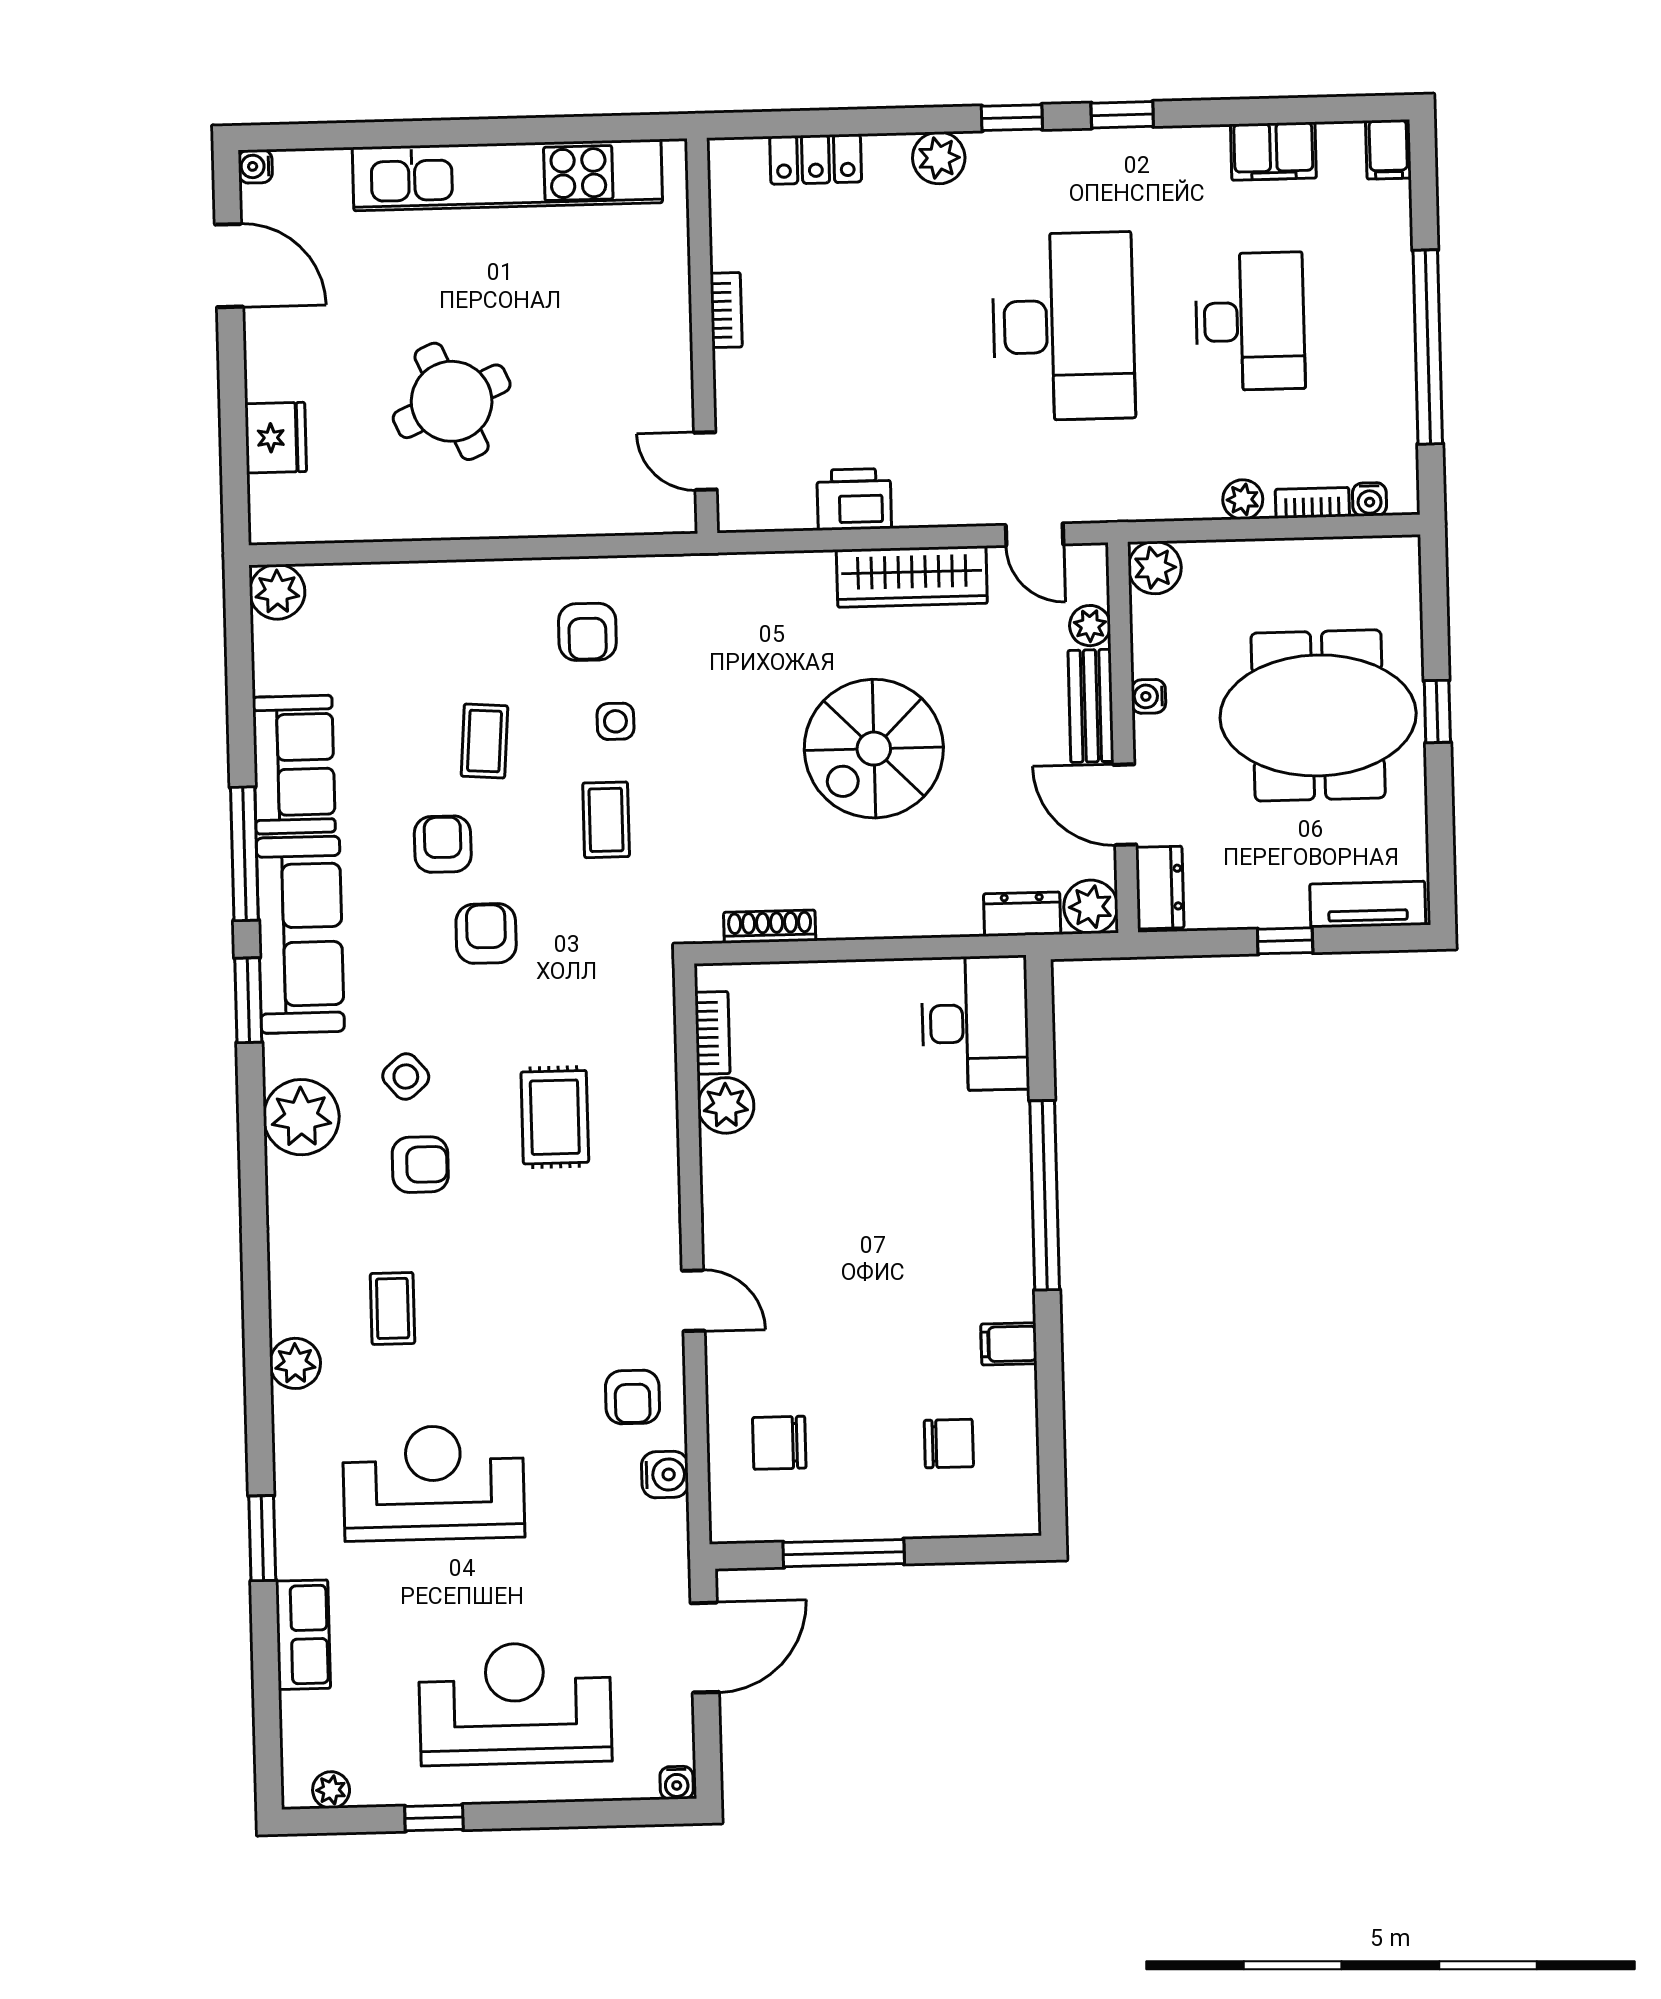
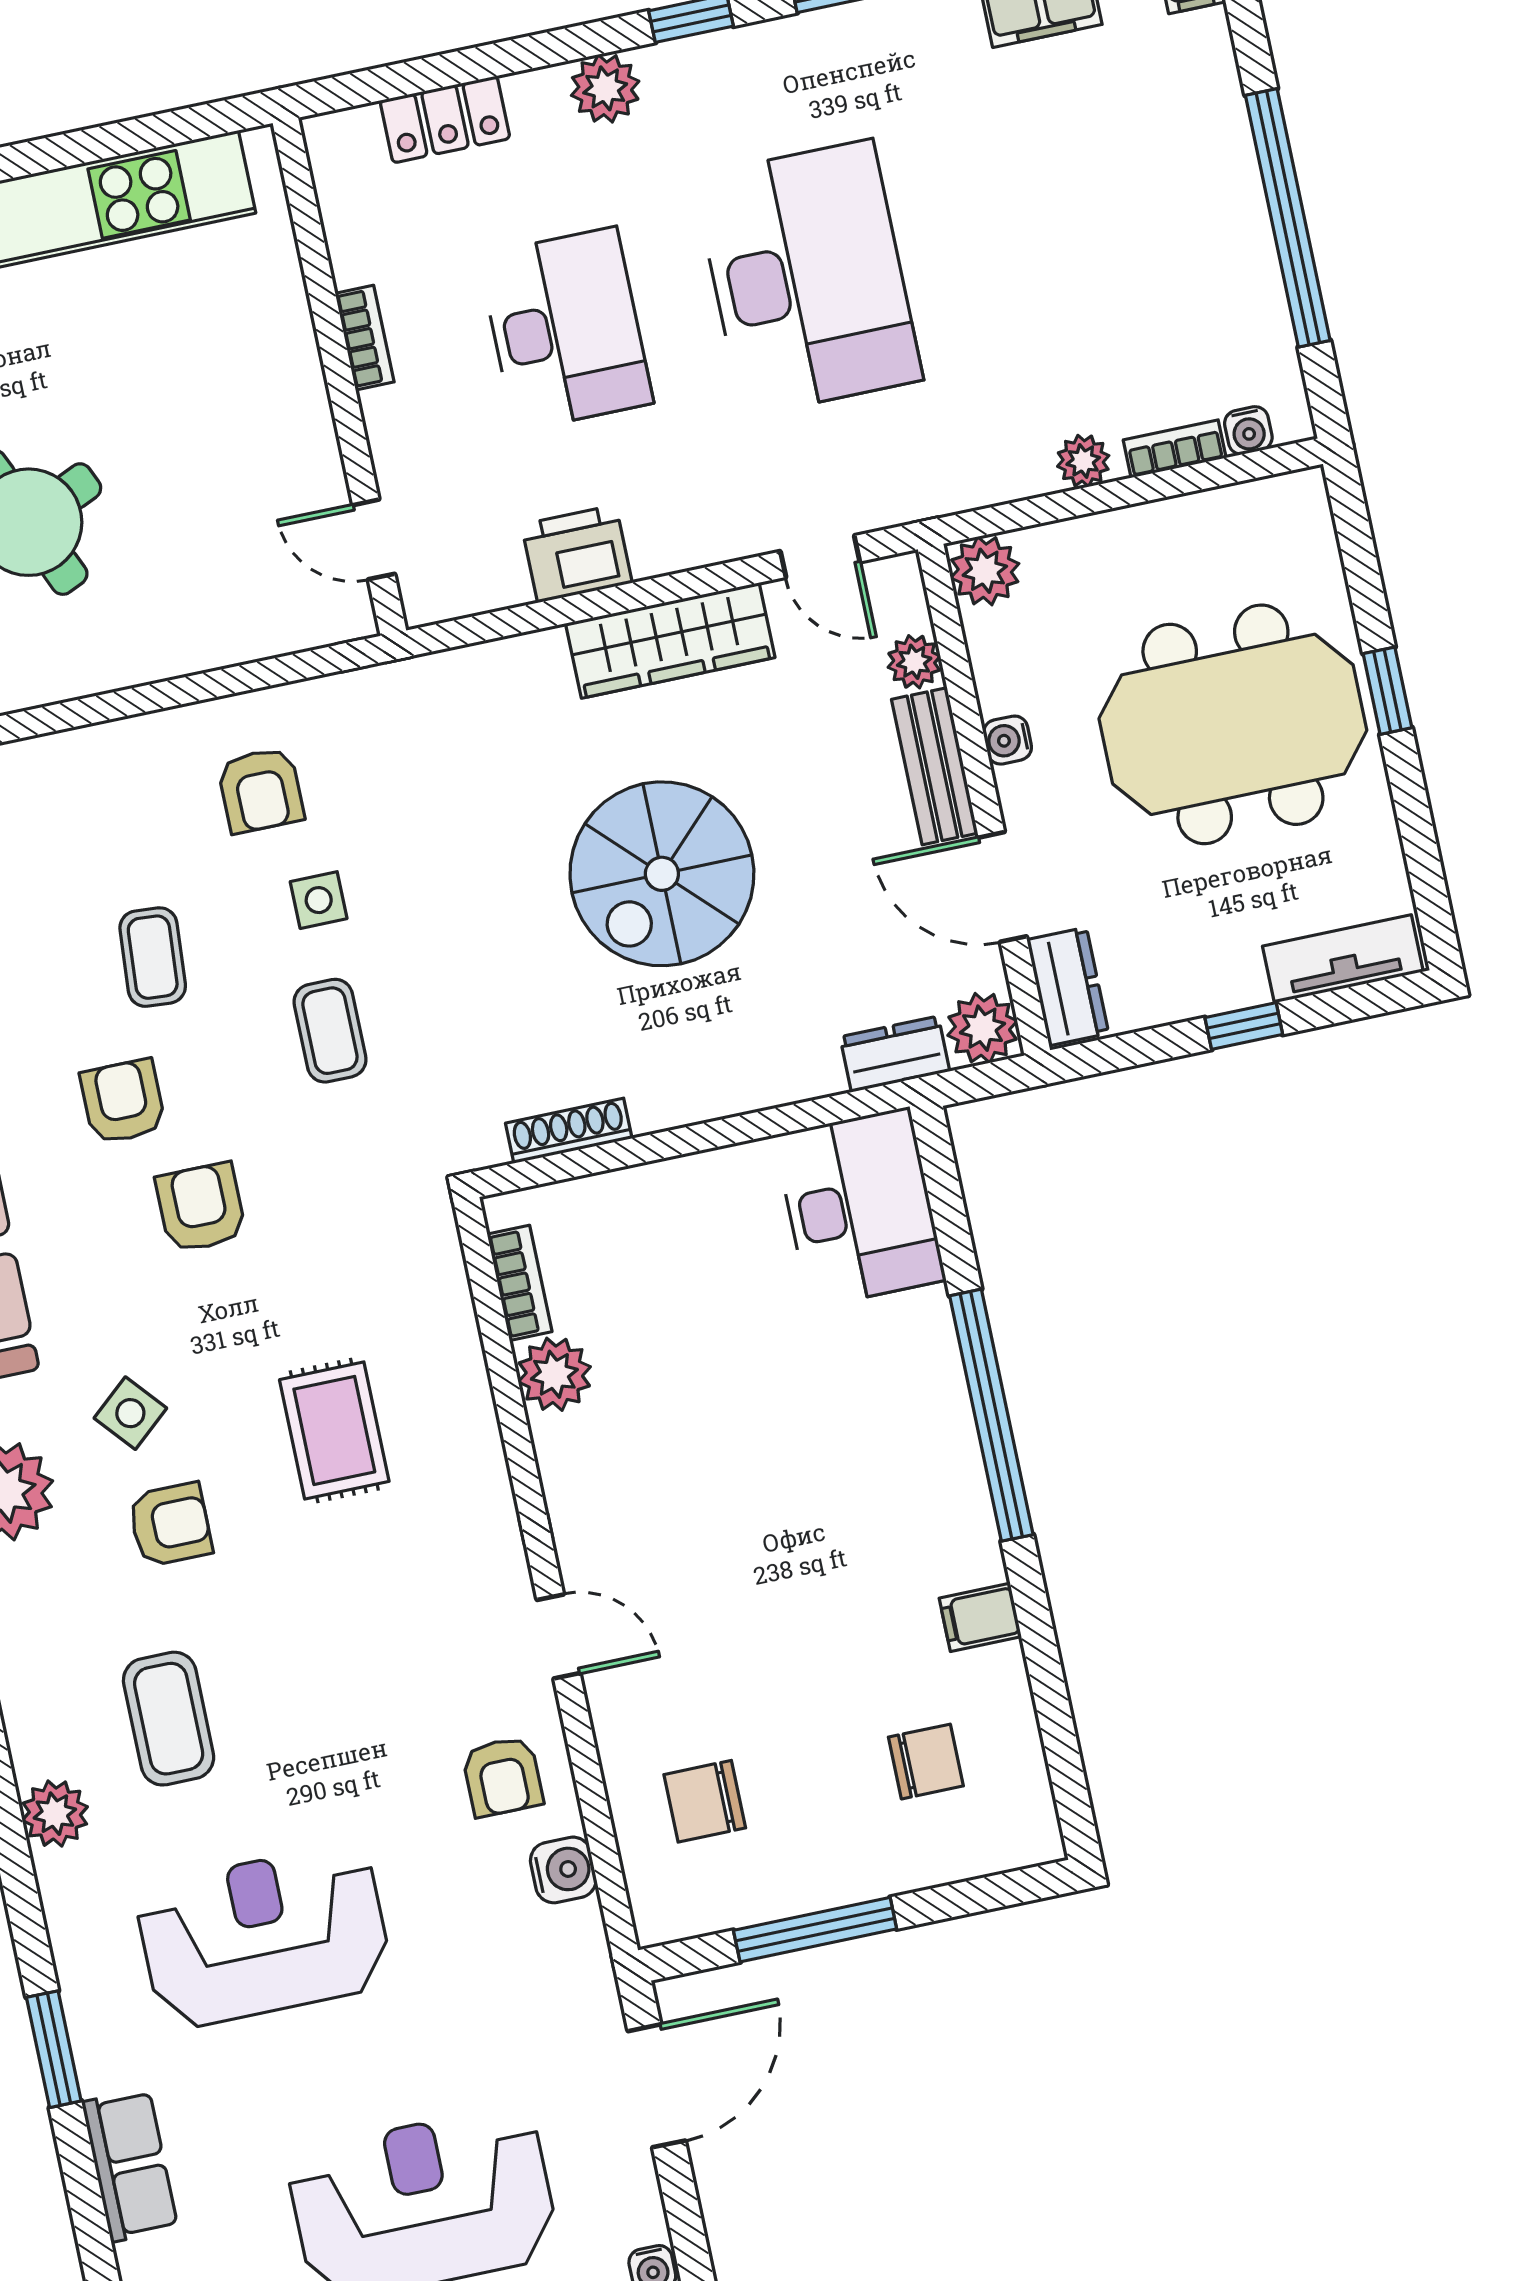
desk: (1250, 321) -> (566, 329), moved
coffee table: (393, 1308) -> (169, 1719), width x1.36, depth x1.30

